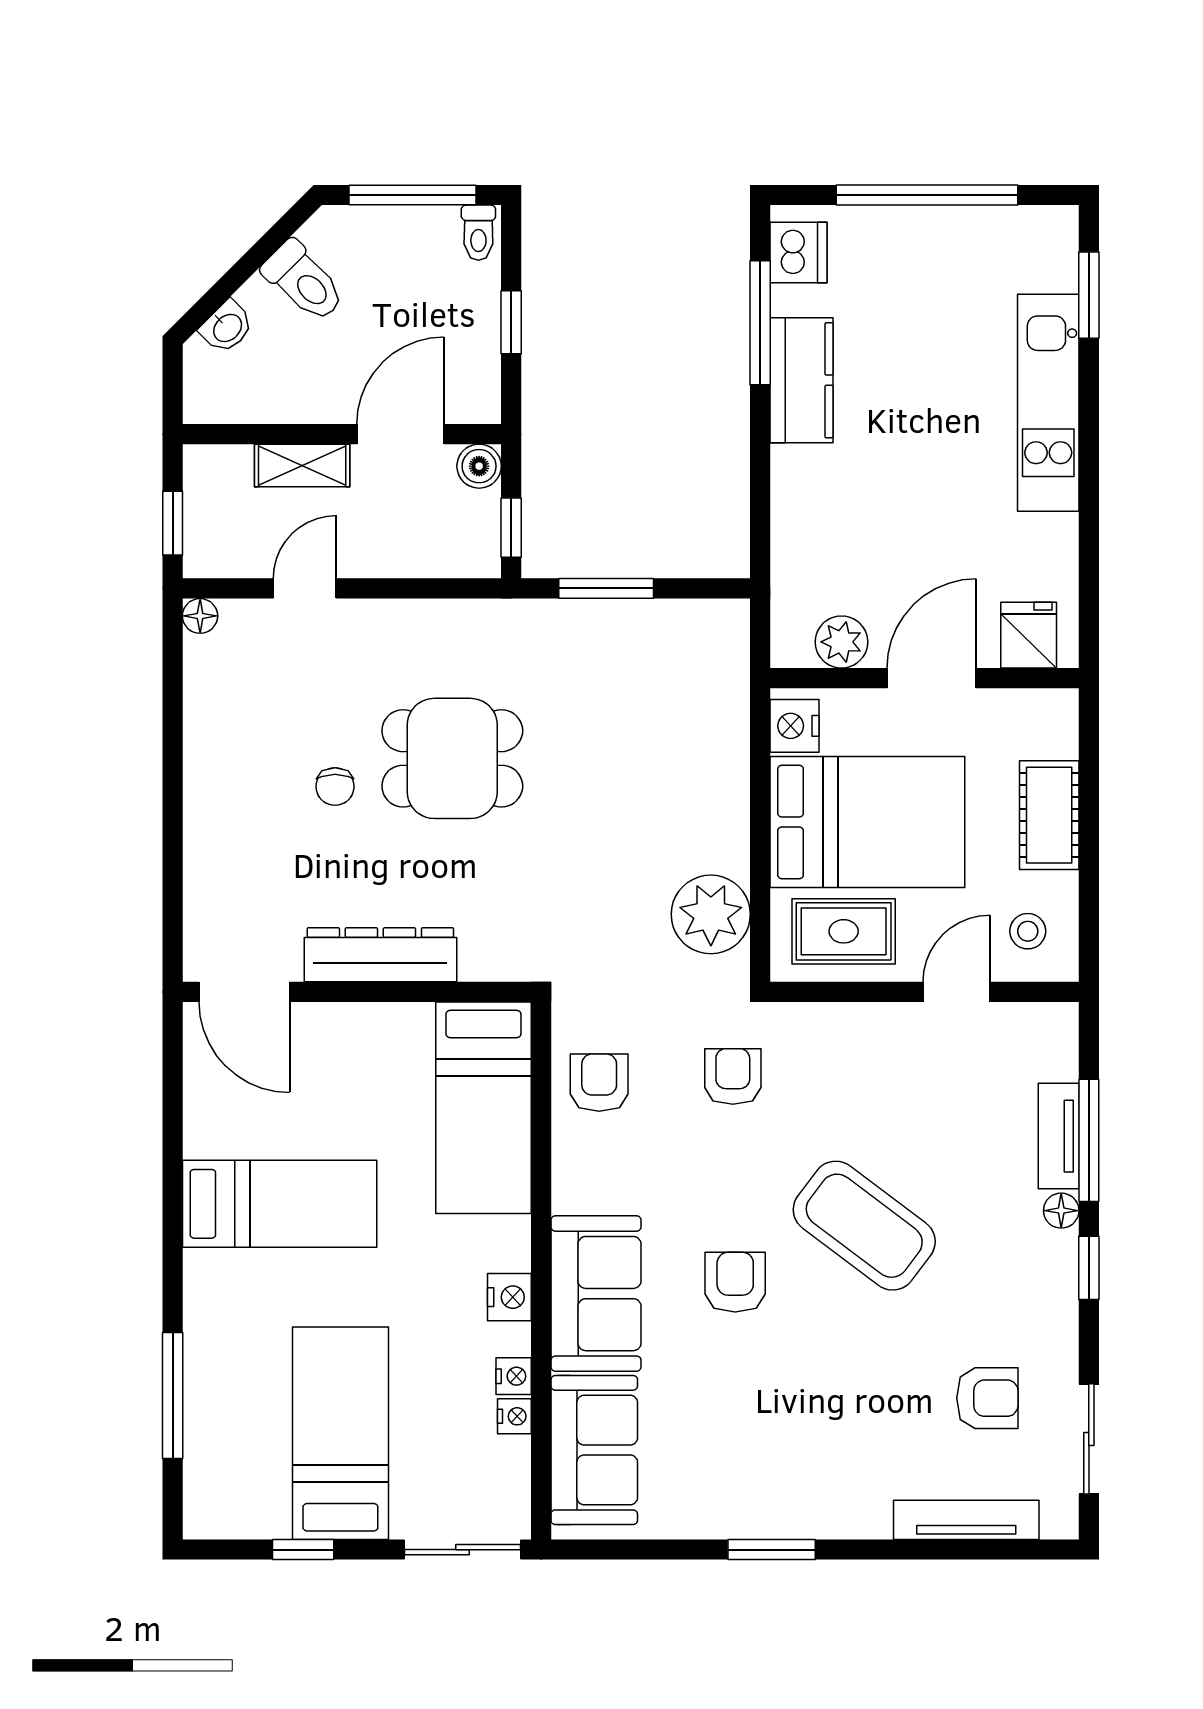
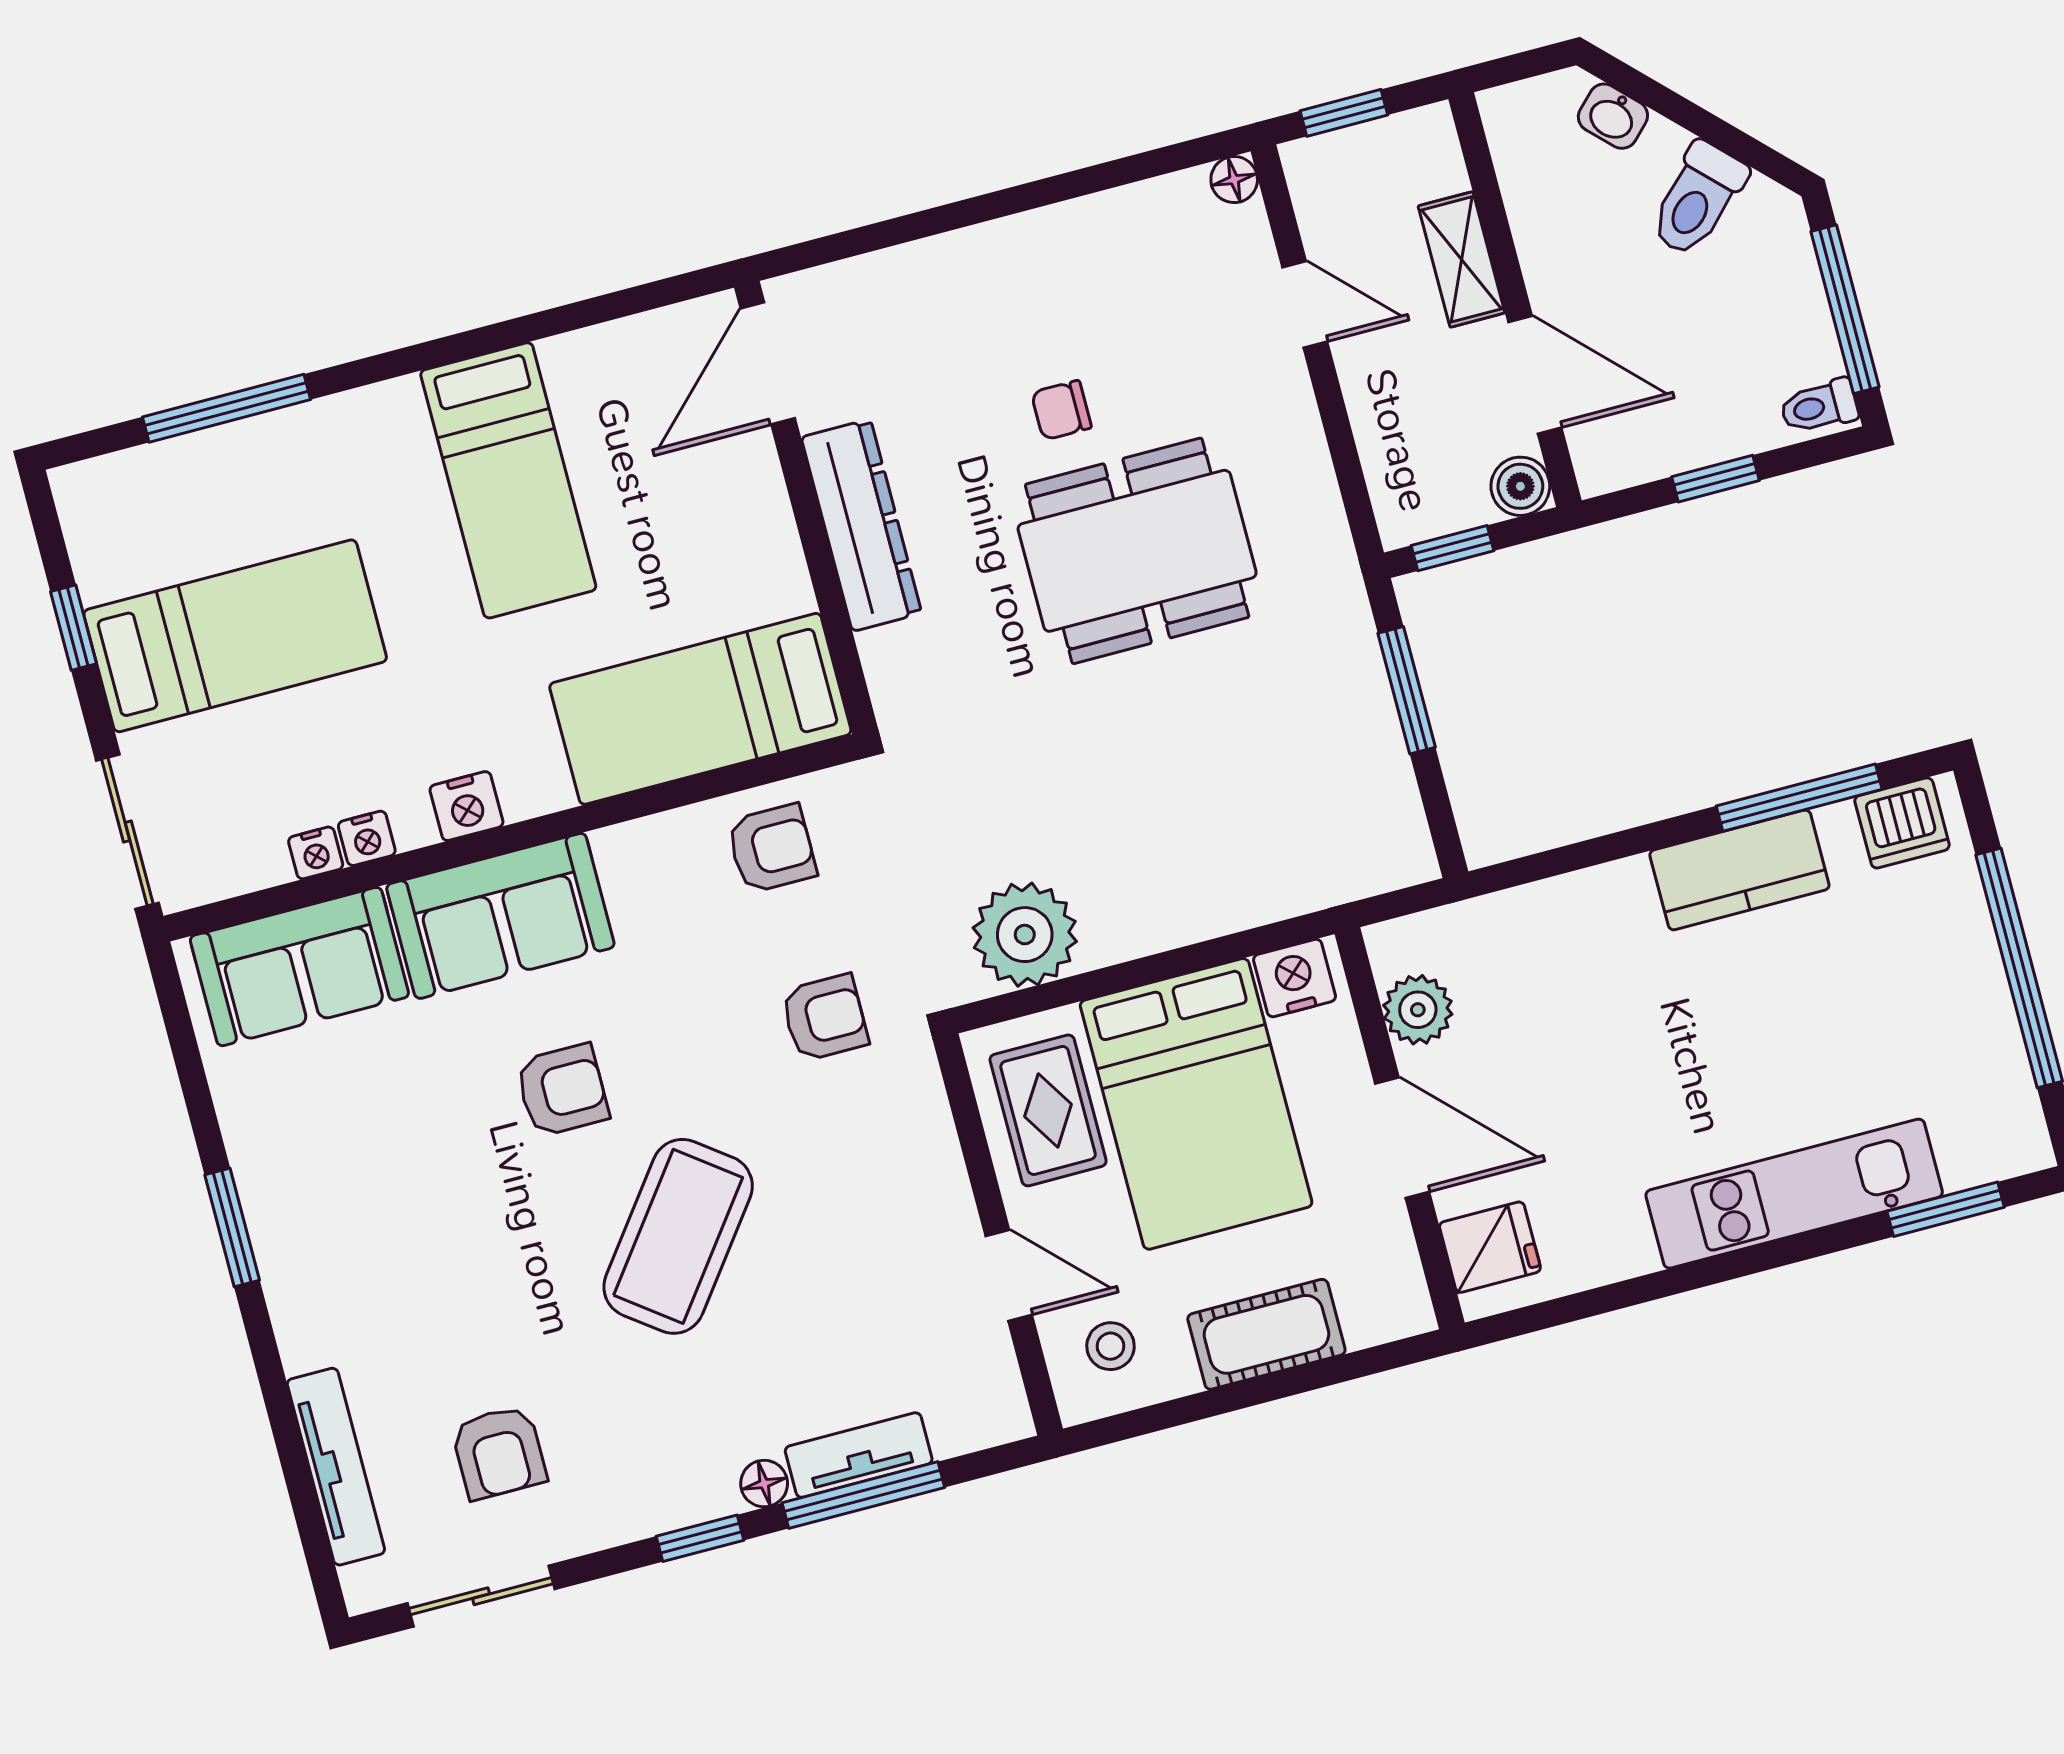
dining table: (452, 758) -> (1137, 551), width x1.38

